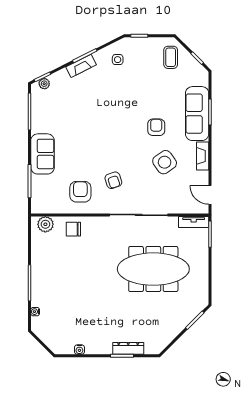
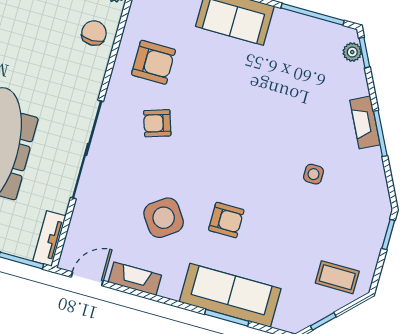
side table: (118, 60) -> (314, 174), moved
fireplace: (203, 156) -> (135, 279), moved

